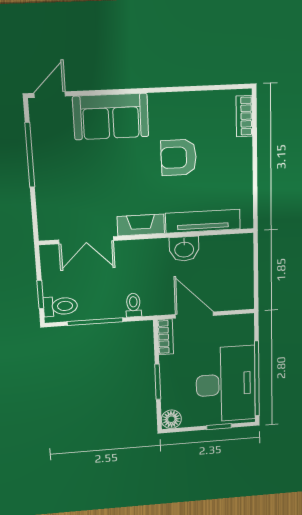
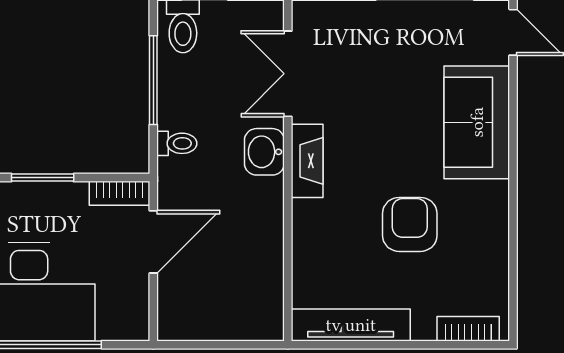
tv unit: (203, 221) -> (351, 325), moved, turned -90
washbasin: (184, 249) -> (264, 152), moved

